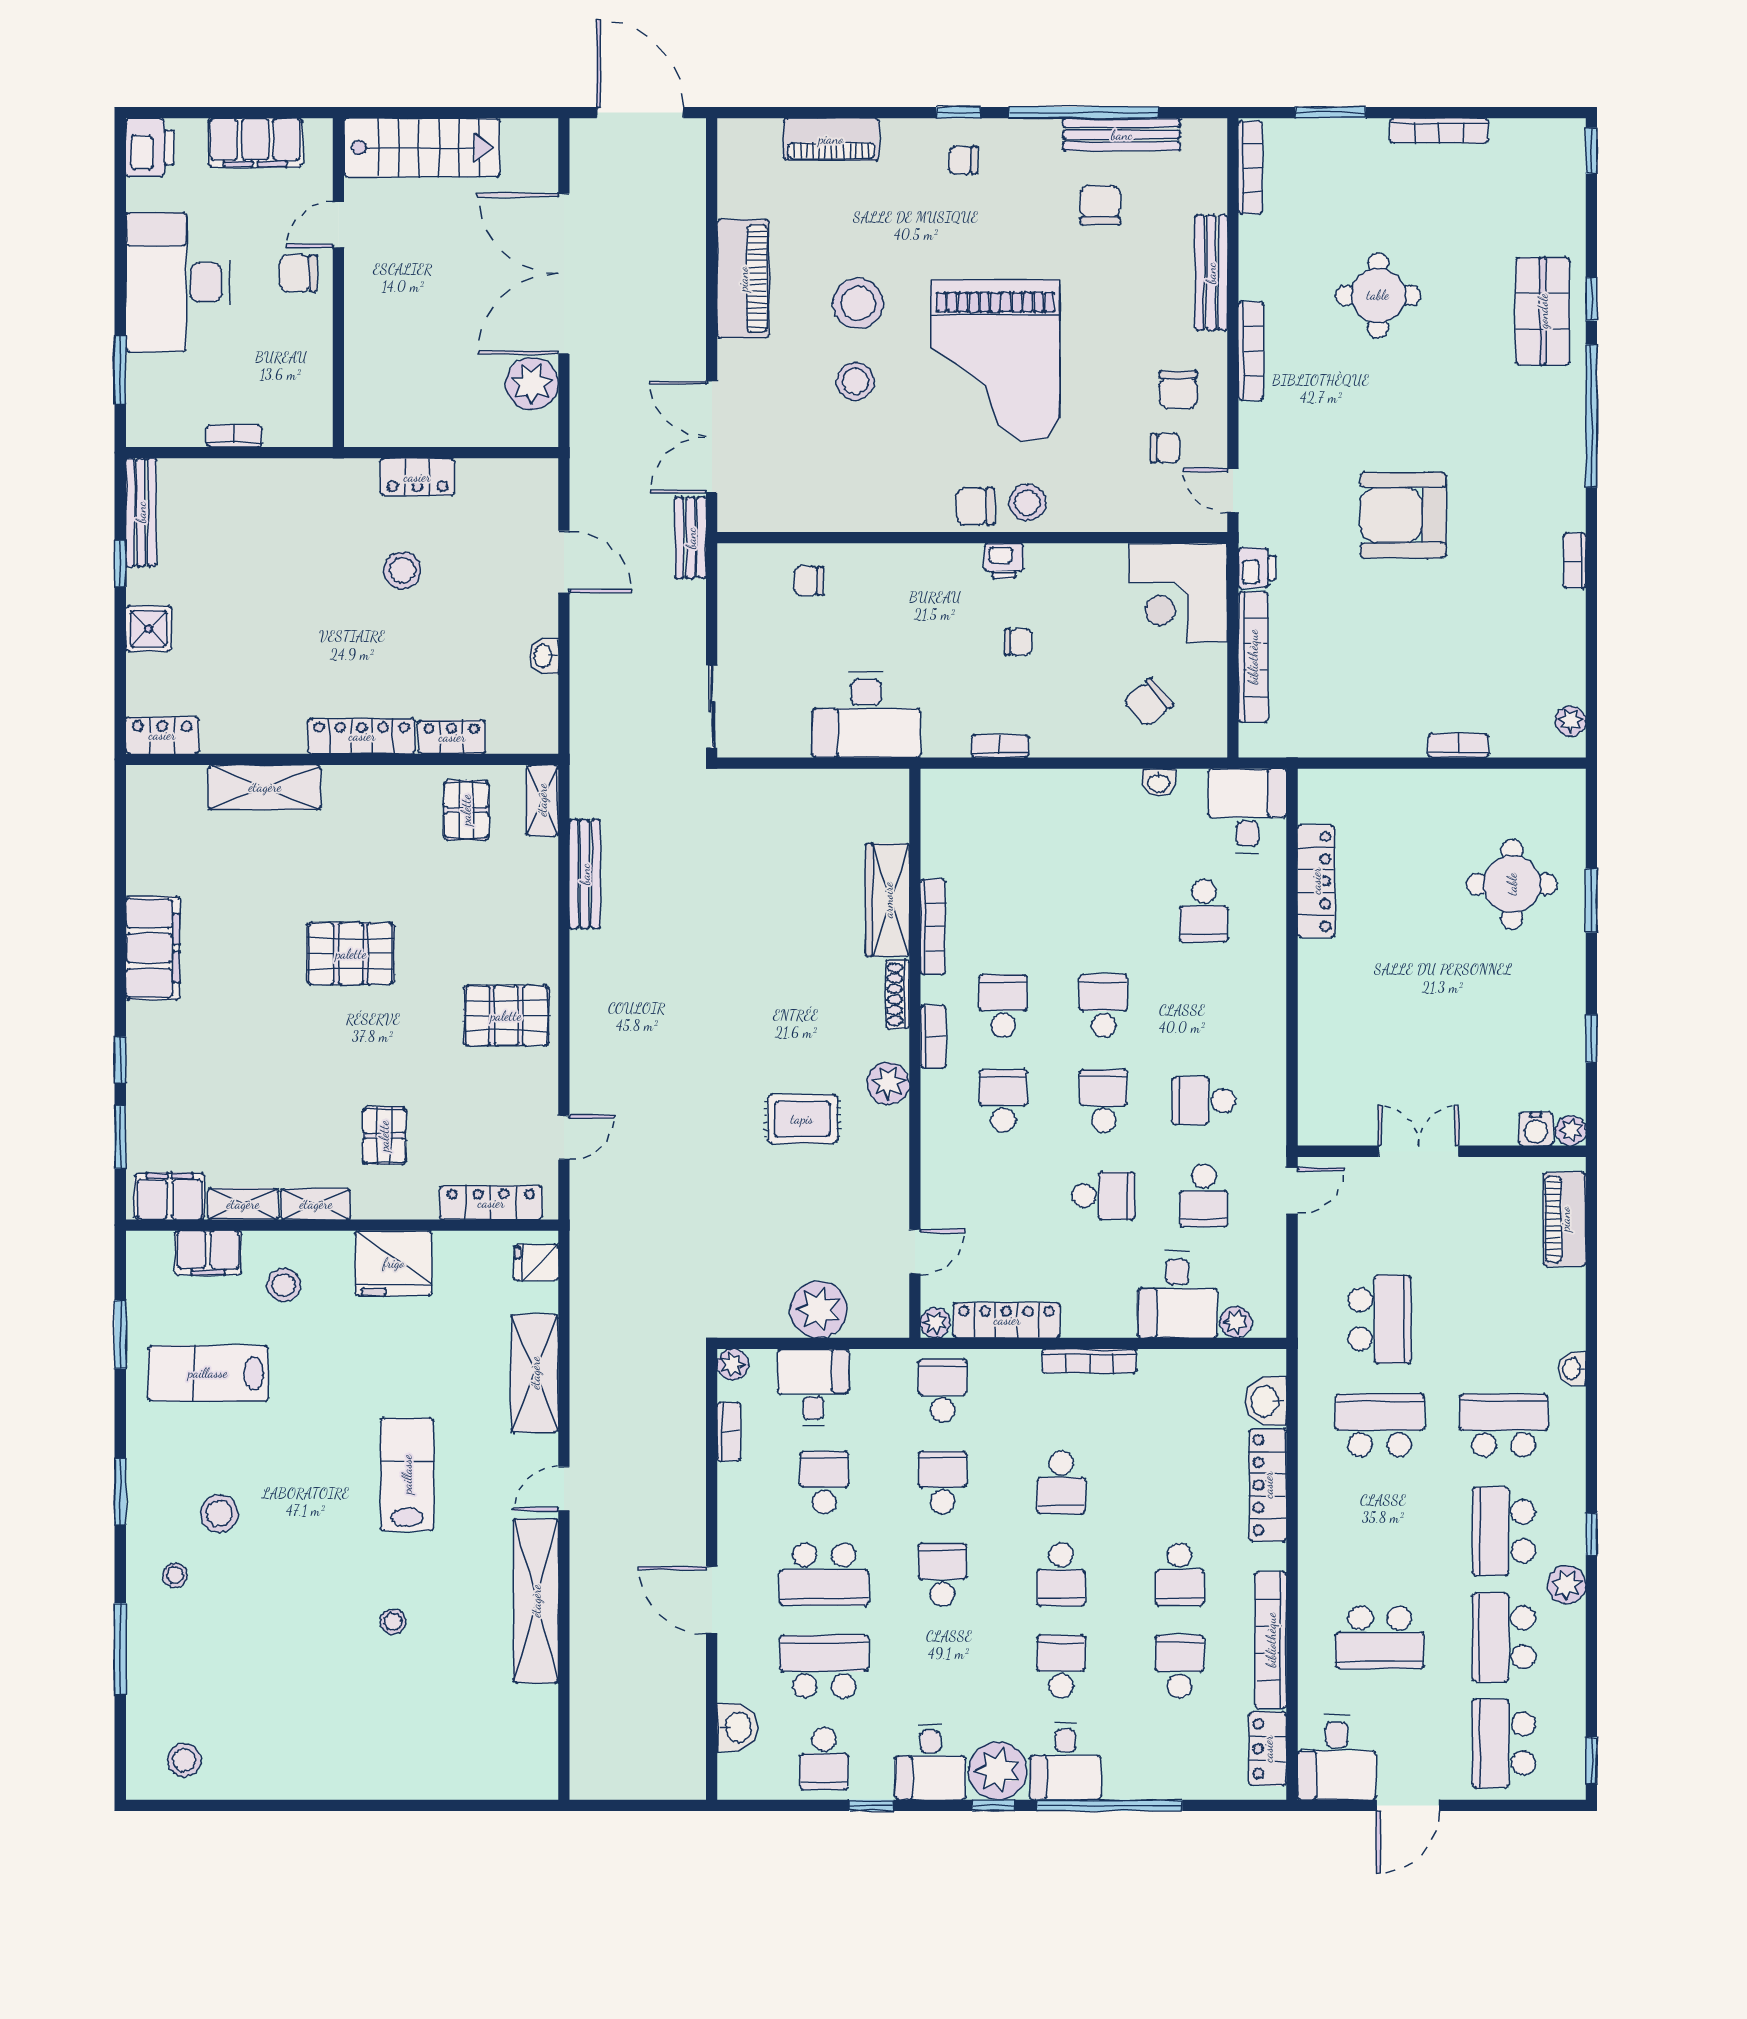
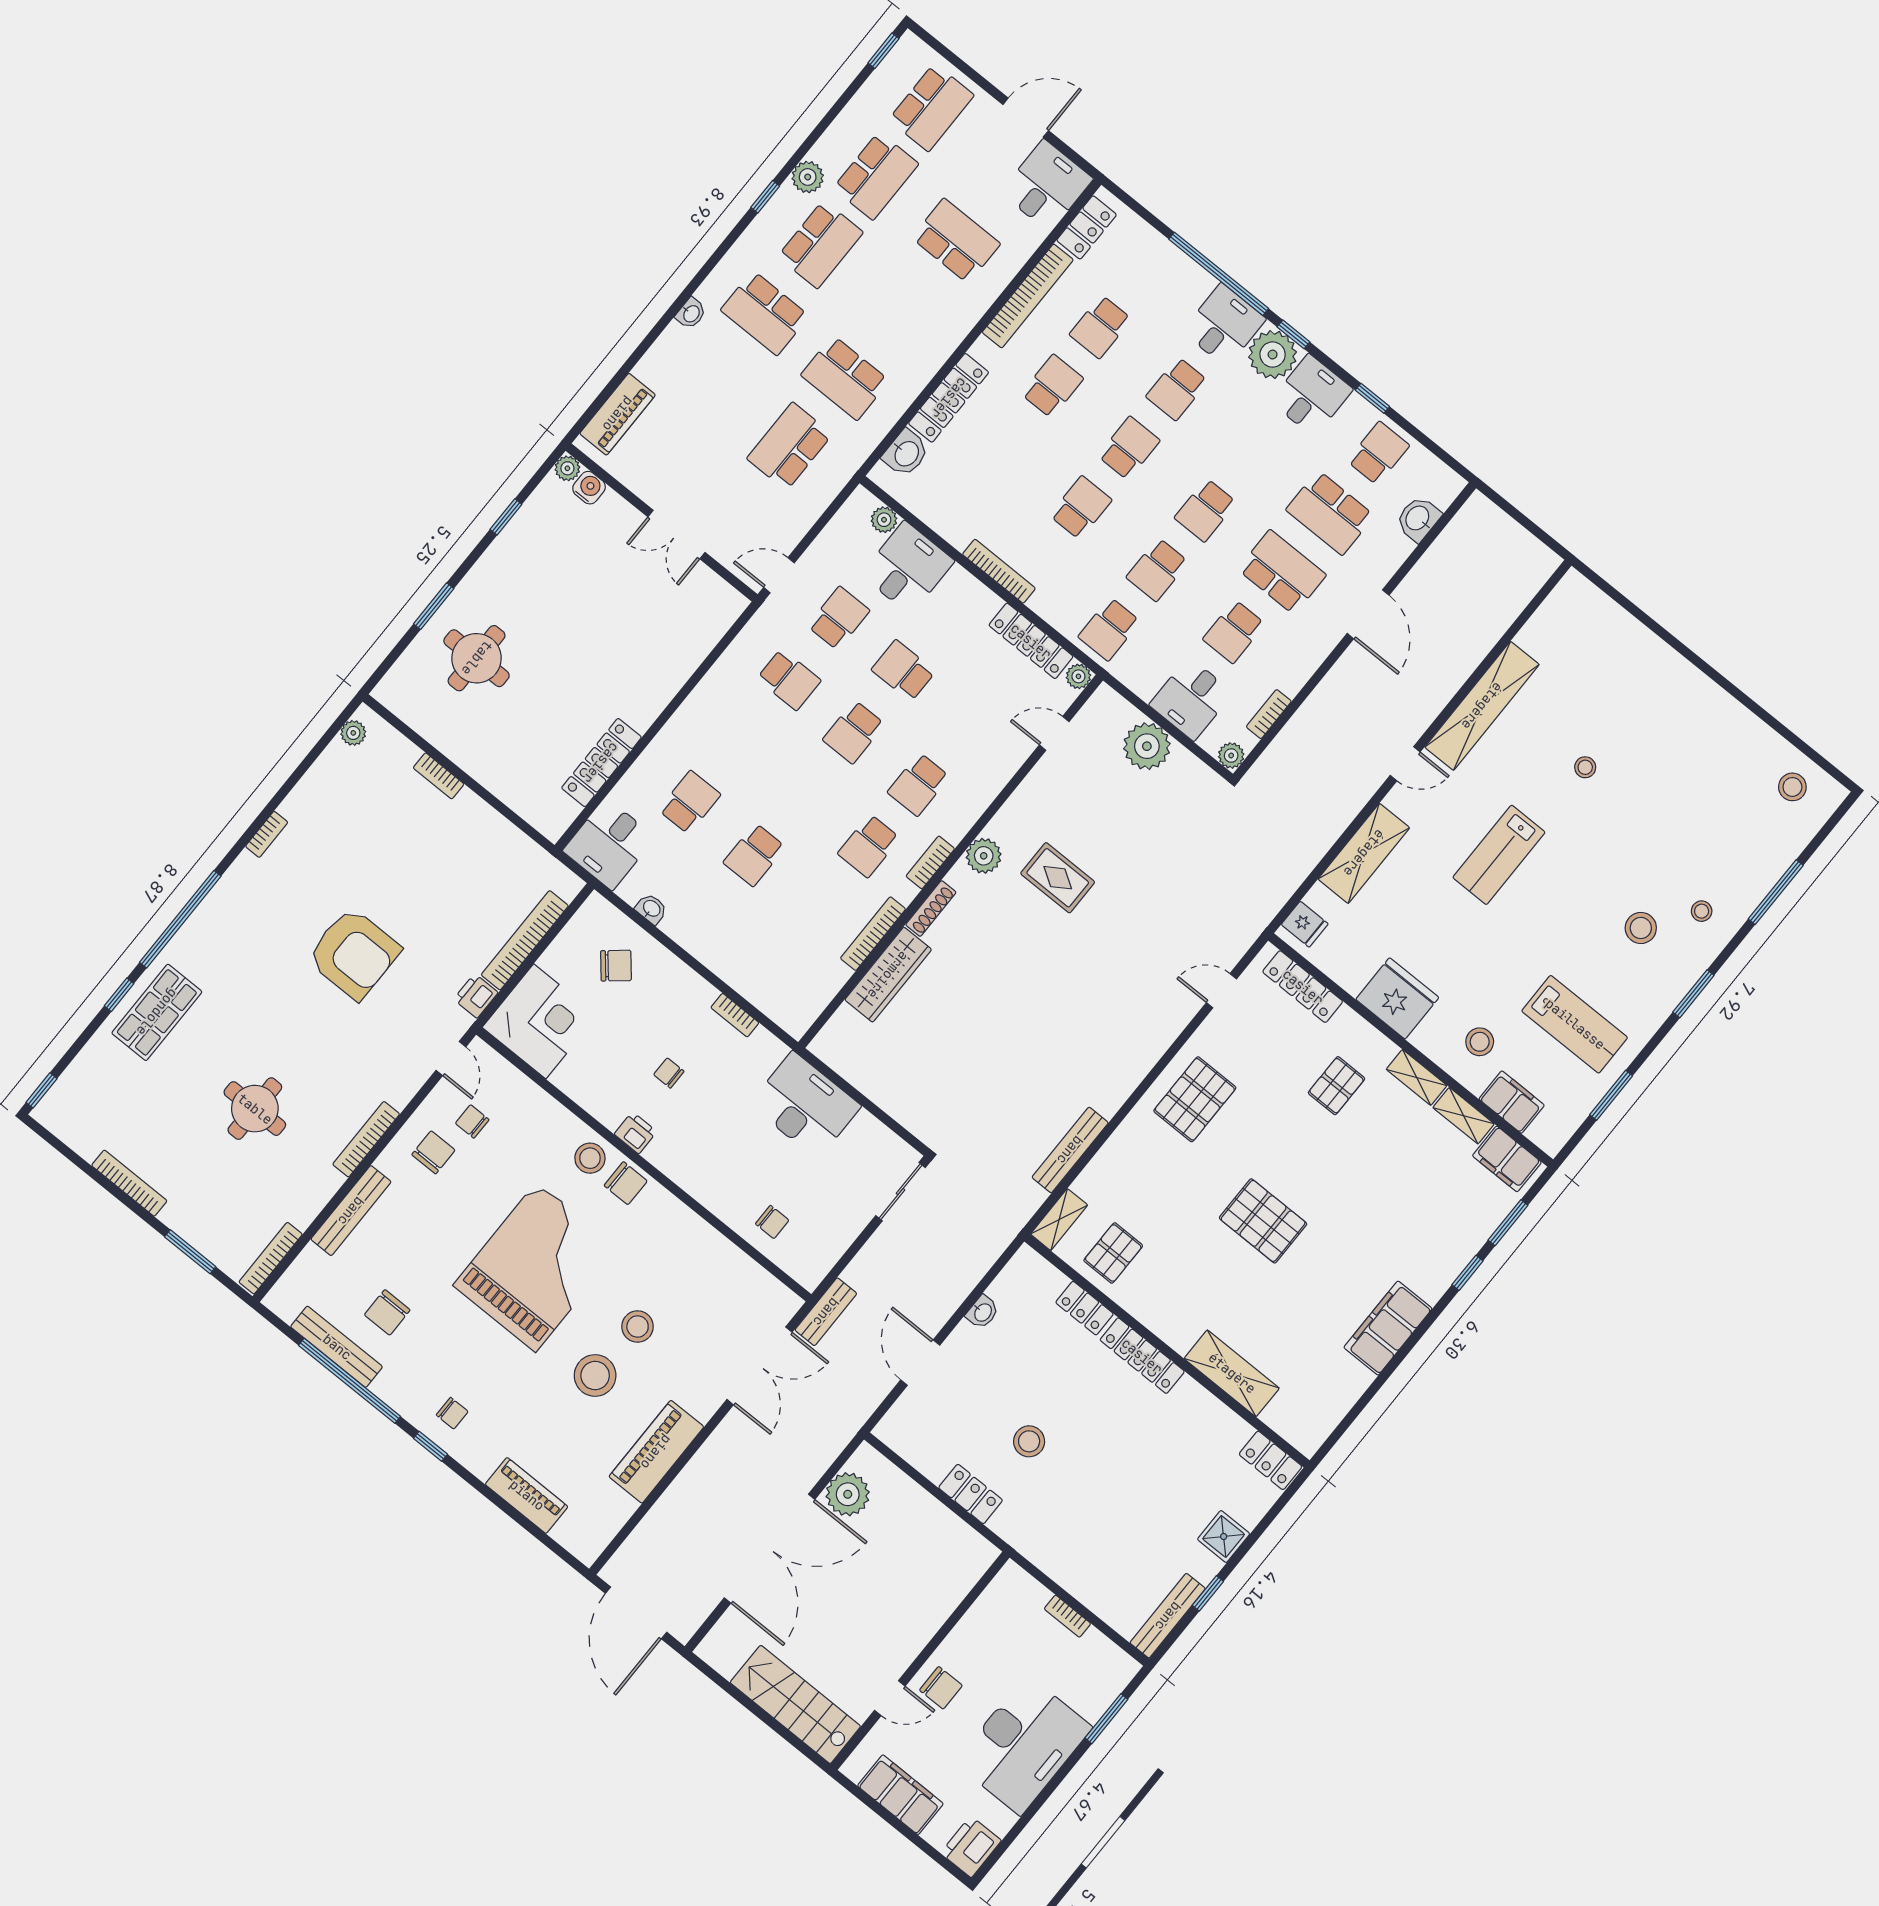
school desk: (1103, 1006) -> (754, 855), moved
pallet: (506, 1016) -> (1195, 1099), turned 90

